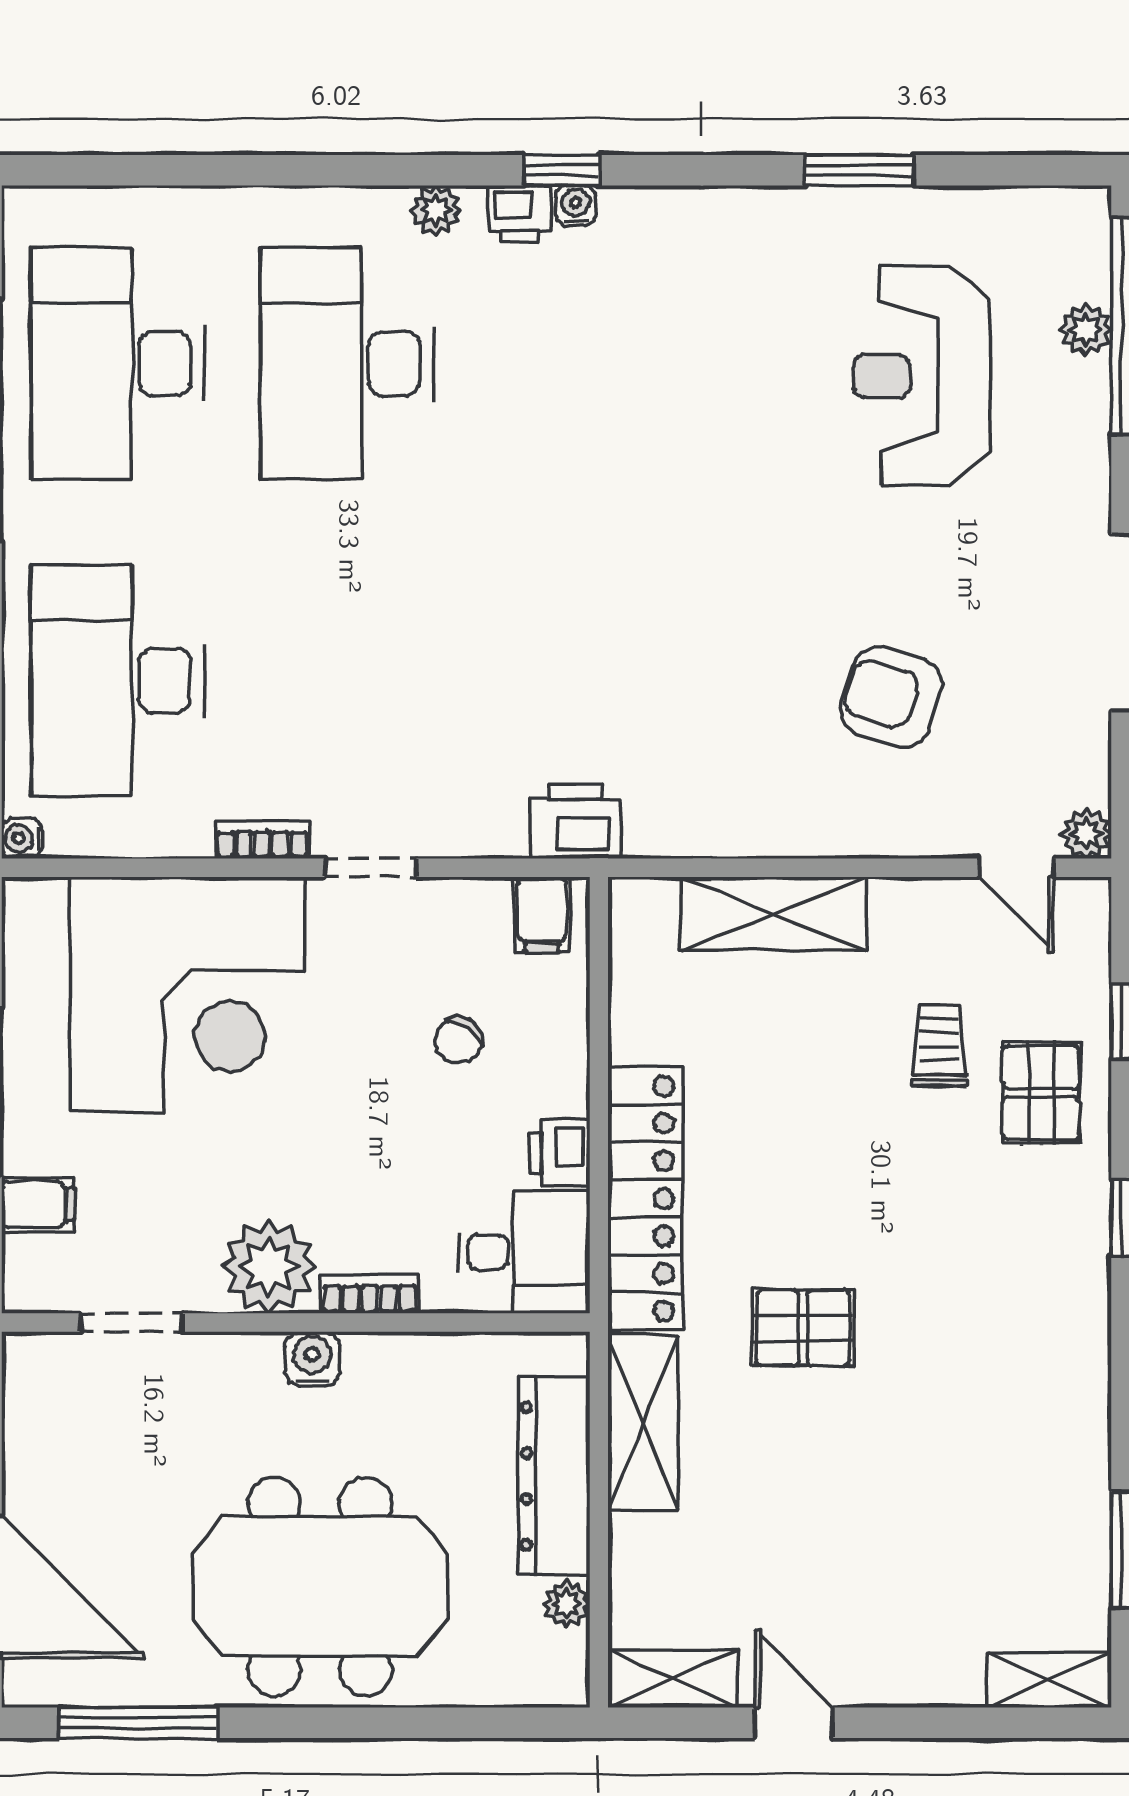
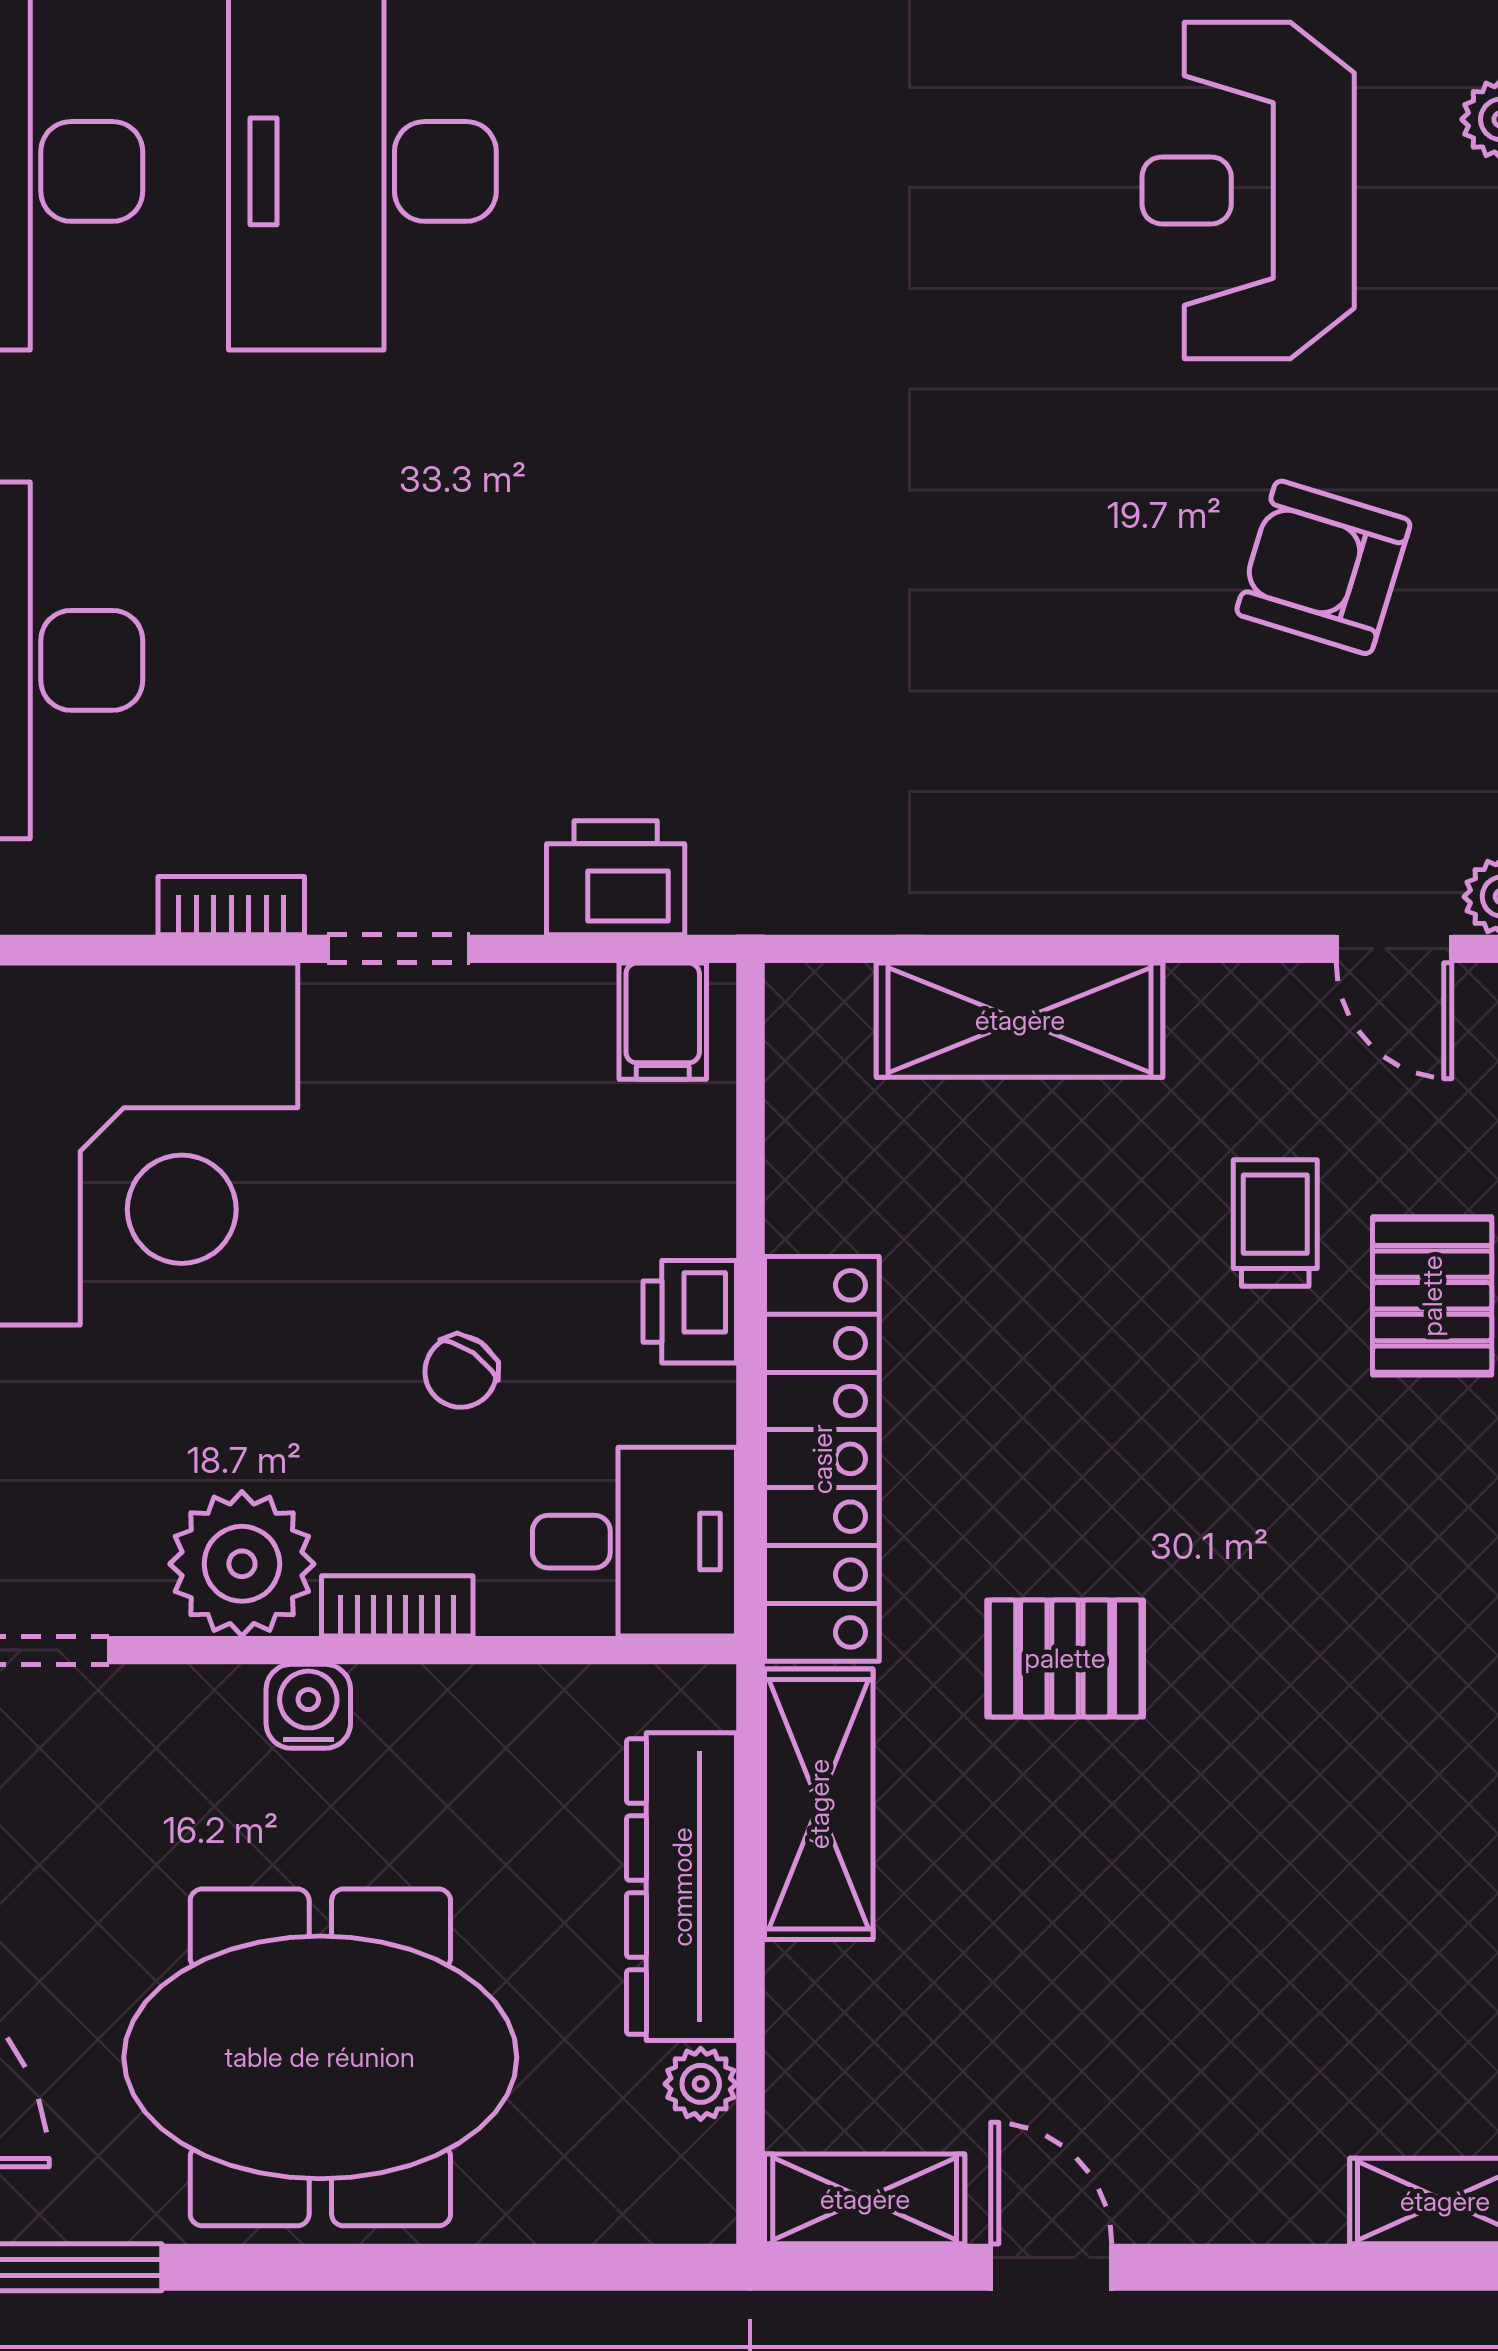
armchair: (892, 697) -> (1323, 567), moved
printer: (575, 822) -> (616, 878), moved
chair: (459, 1040) -> (461, 1372), moved
printer: (560, 1153) -> (690, 1312), moved

